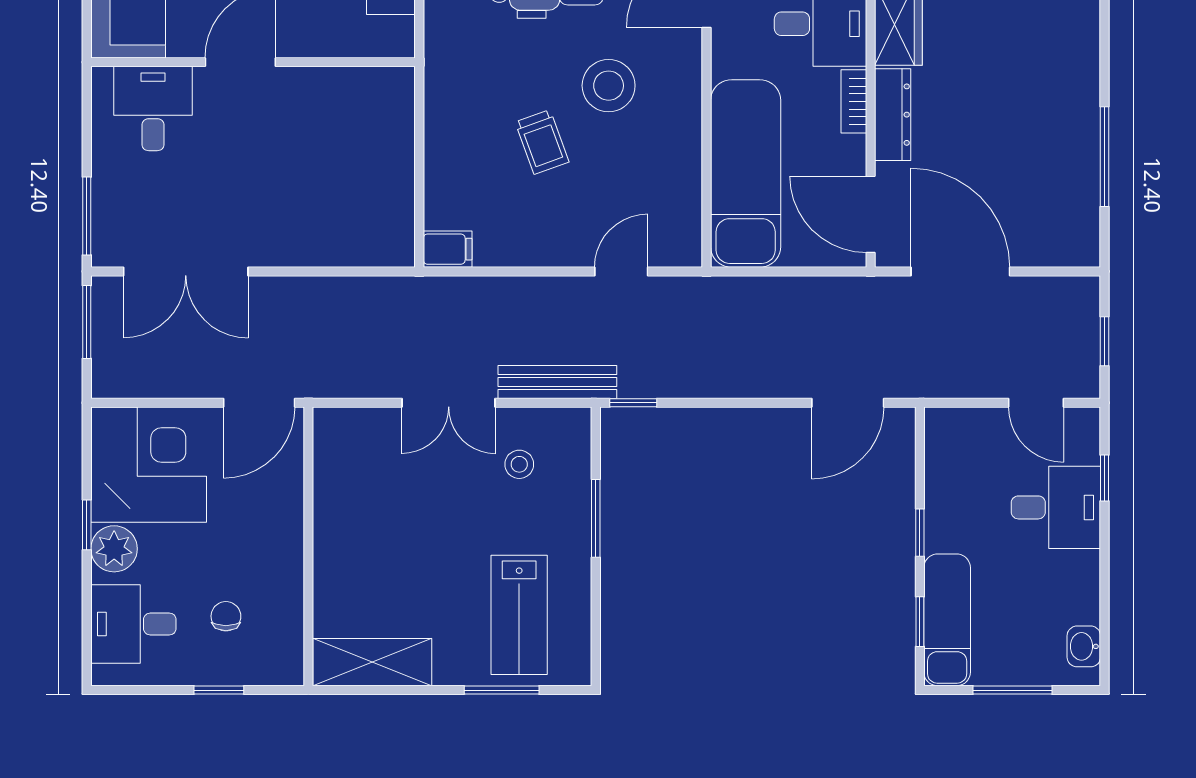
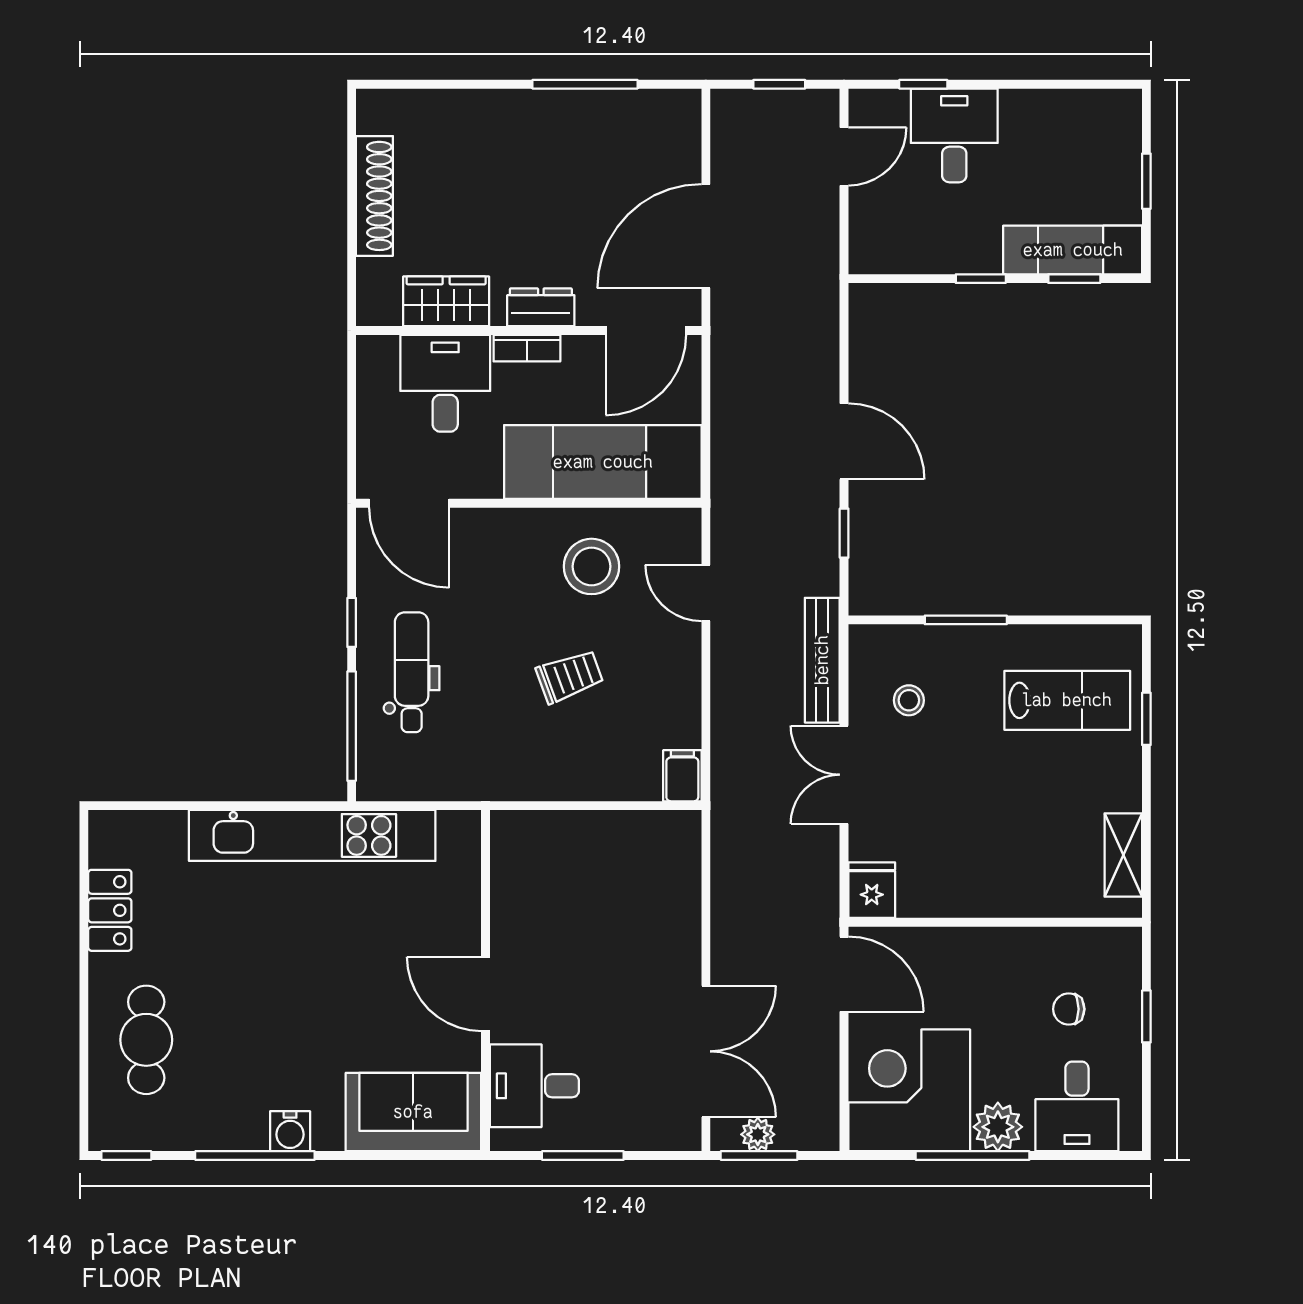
stool: (609, 86) -> (591, 566), moved
dresser: (893, 115) -> (541, 307), width x0.70
window: (87, 216) -> (583, 1155), moved
plant: (107, 321) -> (758, 1134), added
double door: (449, 403) -> (844, 775), swing flipped
window: (633, 403) -> (844, 533), moved
door: (848, 403) -> (844, 441), moved
fridge: (339, 429) -> (872, 890), added
window: (87, 525) -> (973, 1155), width x2.17
washbasin: (1084, 646) -> (1101, 106), removed
shelving: (372, 662) -> (1123, 855), width x0.67, depth x0.75
window: (502, 690) -> (1146, 719), width x0.67
window: (1012, 690) -> (1146, 181), width x0.67

